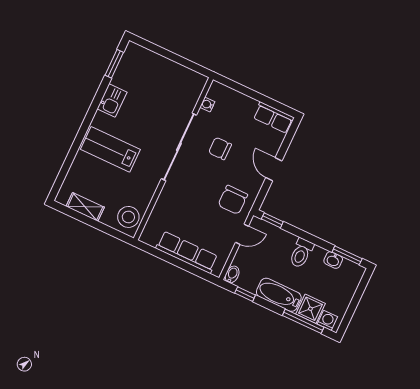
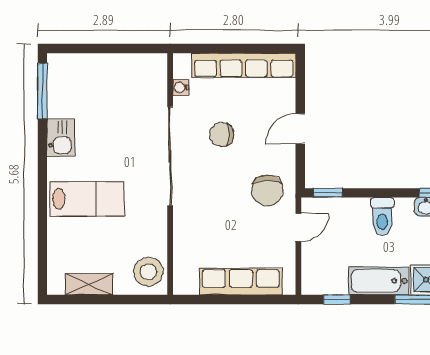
window: (114, 64) -> (42, 91), width x1.44
row of seats: (274, 118) -> (244, 65), width x2.02
lab bench: (110, 149) -> (87, 199), turned 180
door: (274, 169) -> (300, 129), hinge flipped
bidet: (232, 274) -> (309, 283), removed

